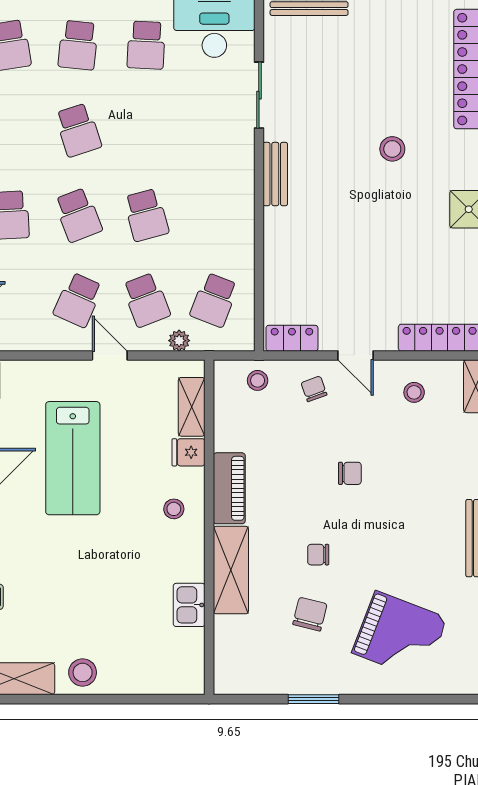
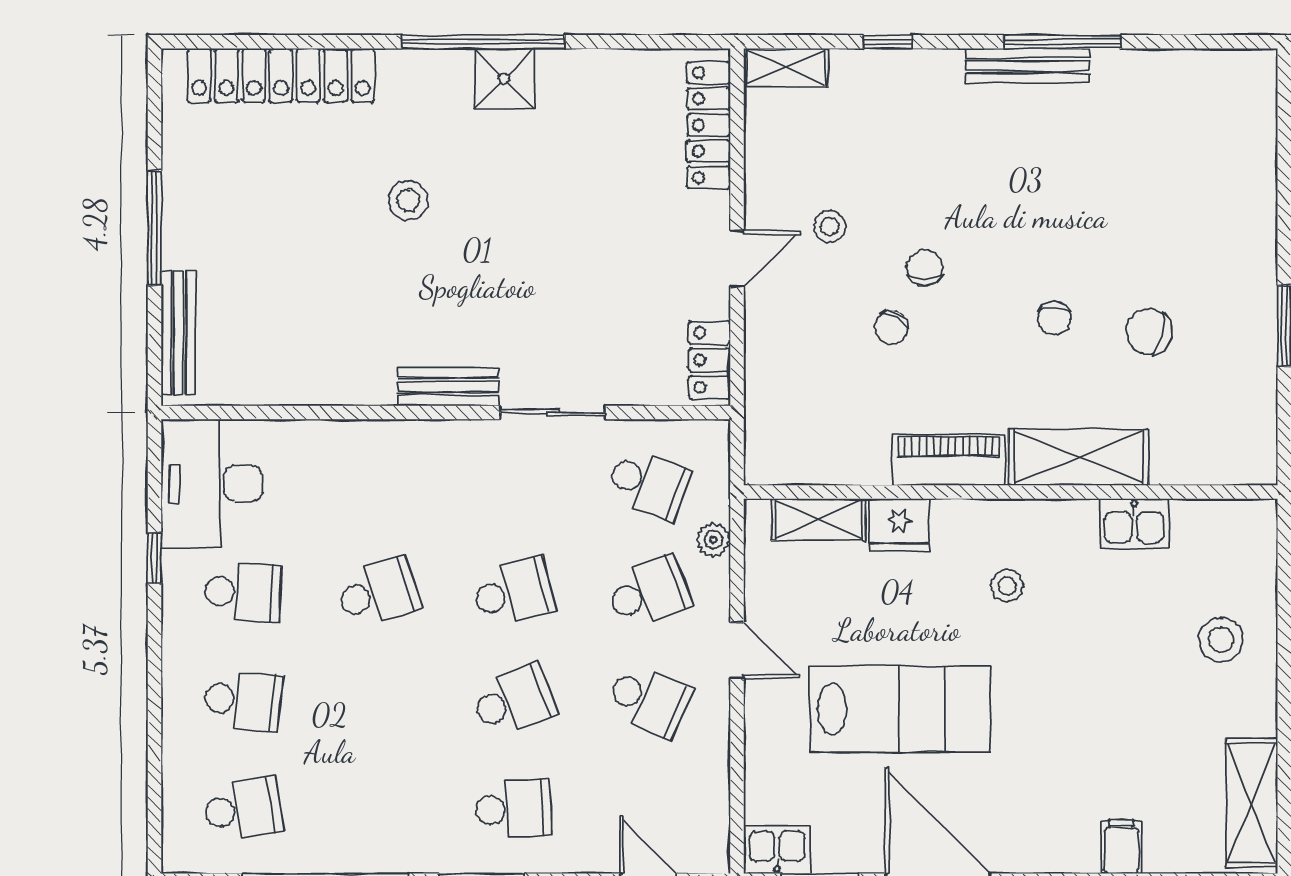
sliding door: (259, 95) -> (553, 413), moved
school desk: (78, 130) -> (378, 592), moved
door: (110, 355) -> (737, 650), swing flipped
stool: (258, 380) -> (777, 415), removed
chair: (314, 389) -> (891, 327), moved, turned -42
stool: (414, 392) -> (830, 226), moved
fridge: (189, 452) -> (900, 525), width x1.38
stool: (174, 509) -> (1007, 586), moved
grand piano: (400, 635) -> (1183, 189), removed
stool: (83, 672) -> (1221, 640), moved

